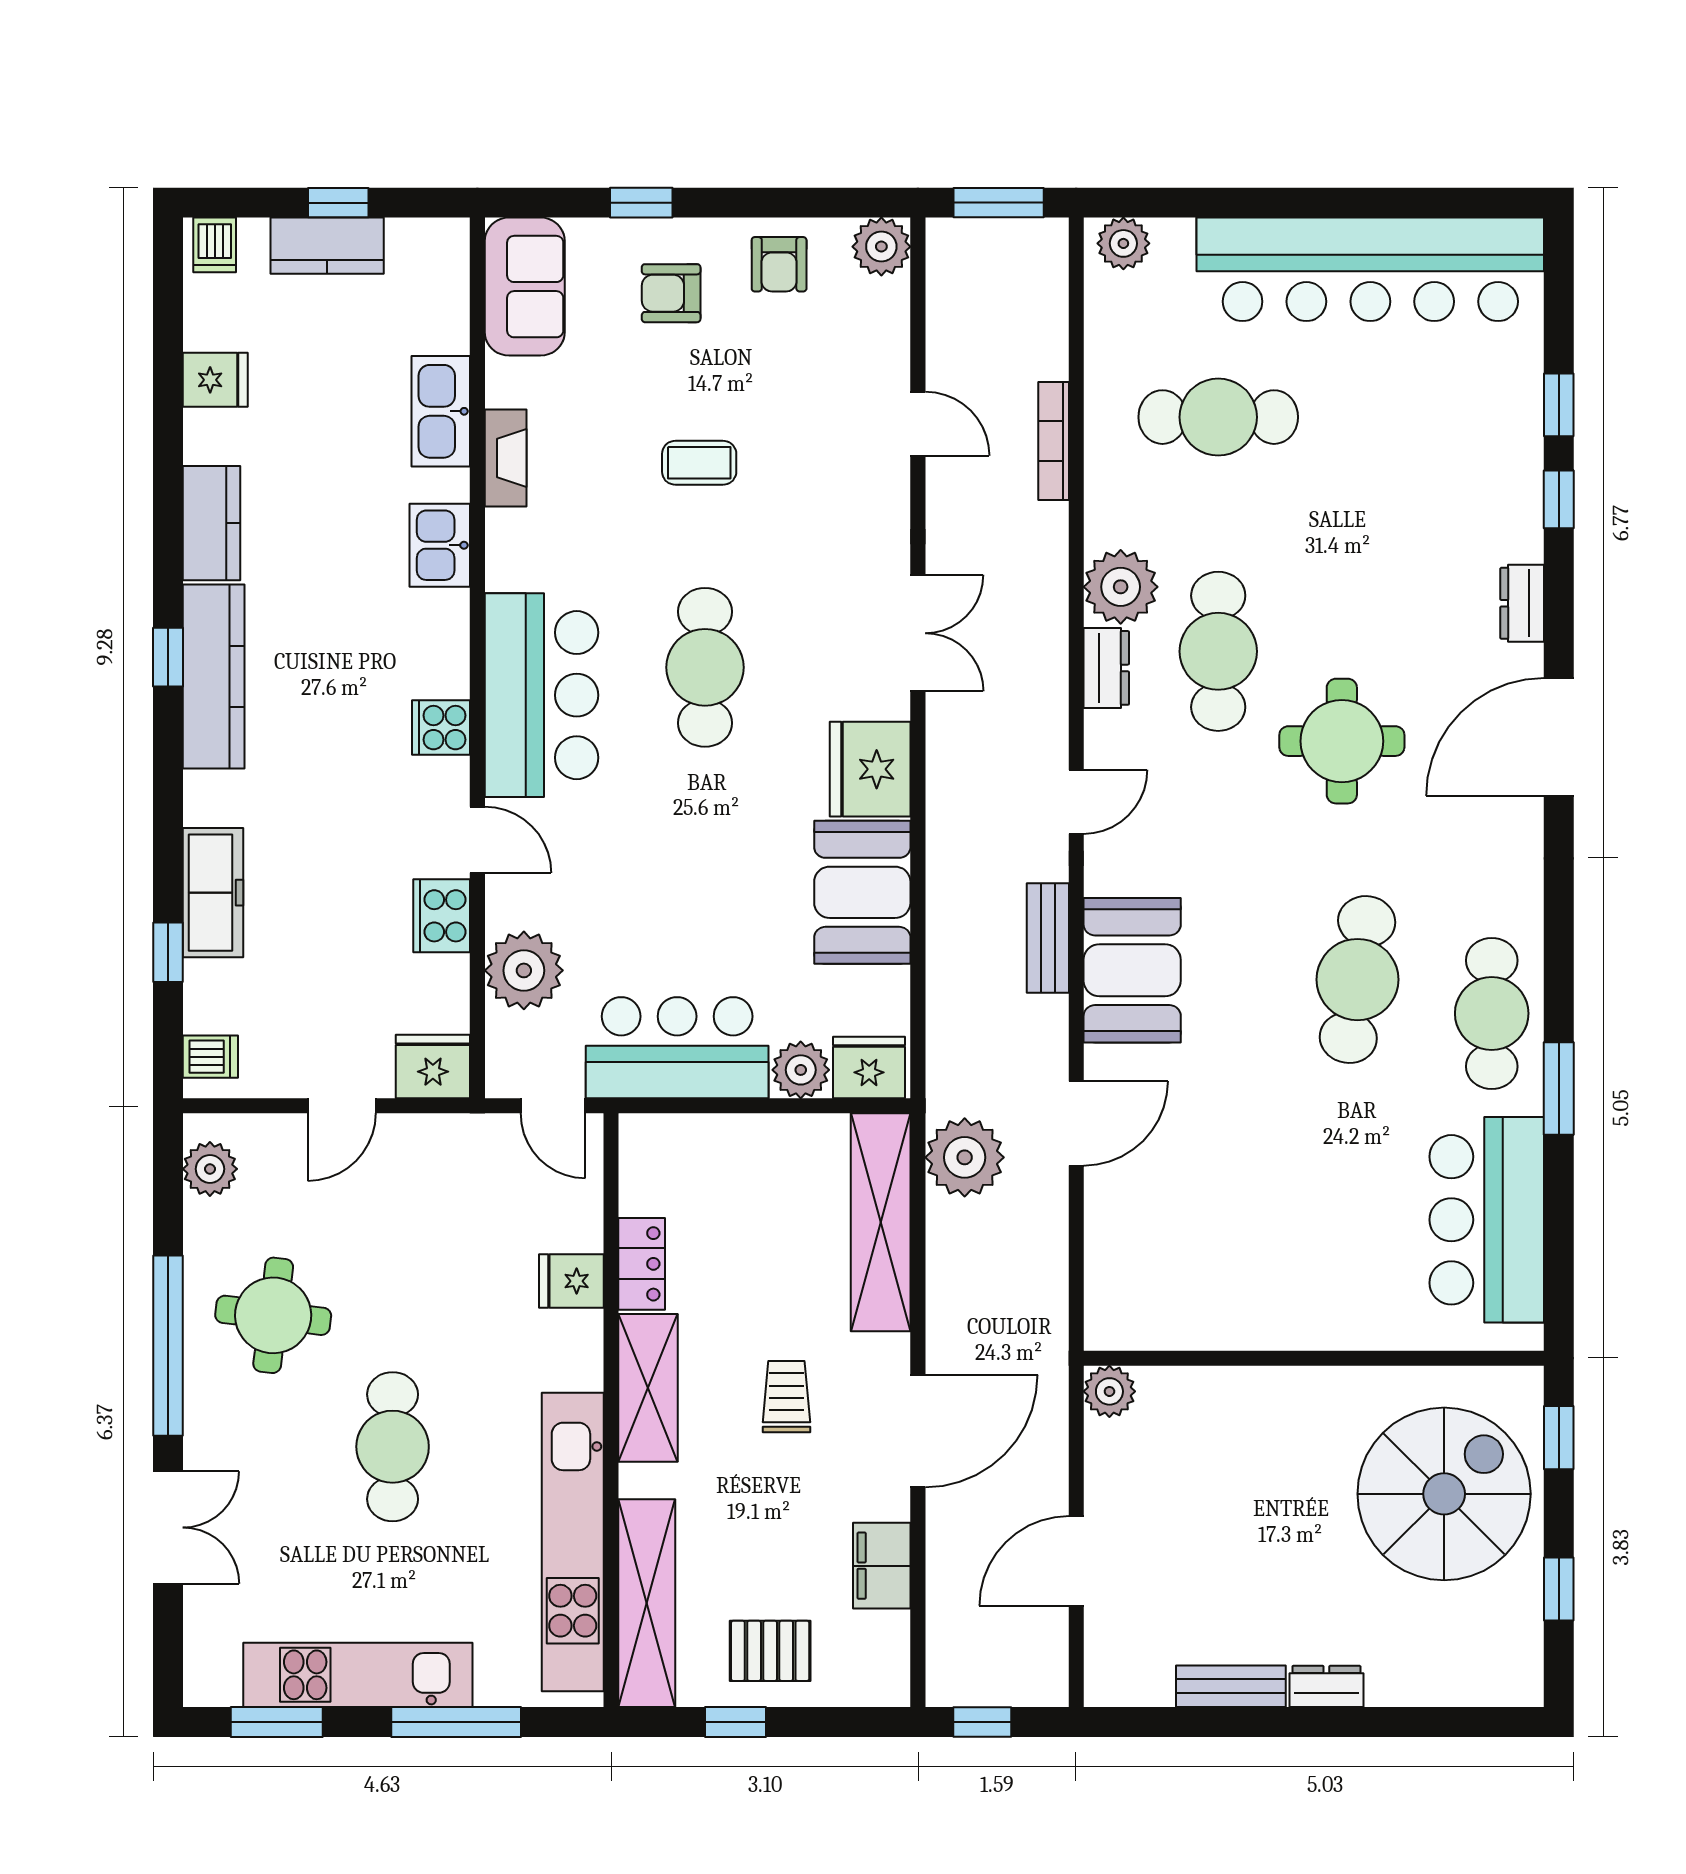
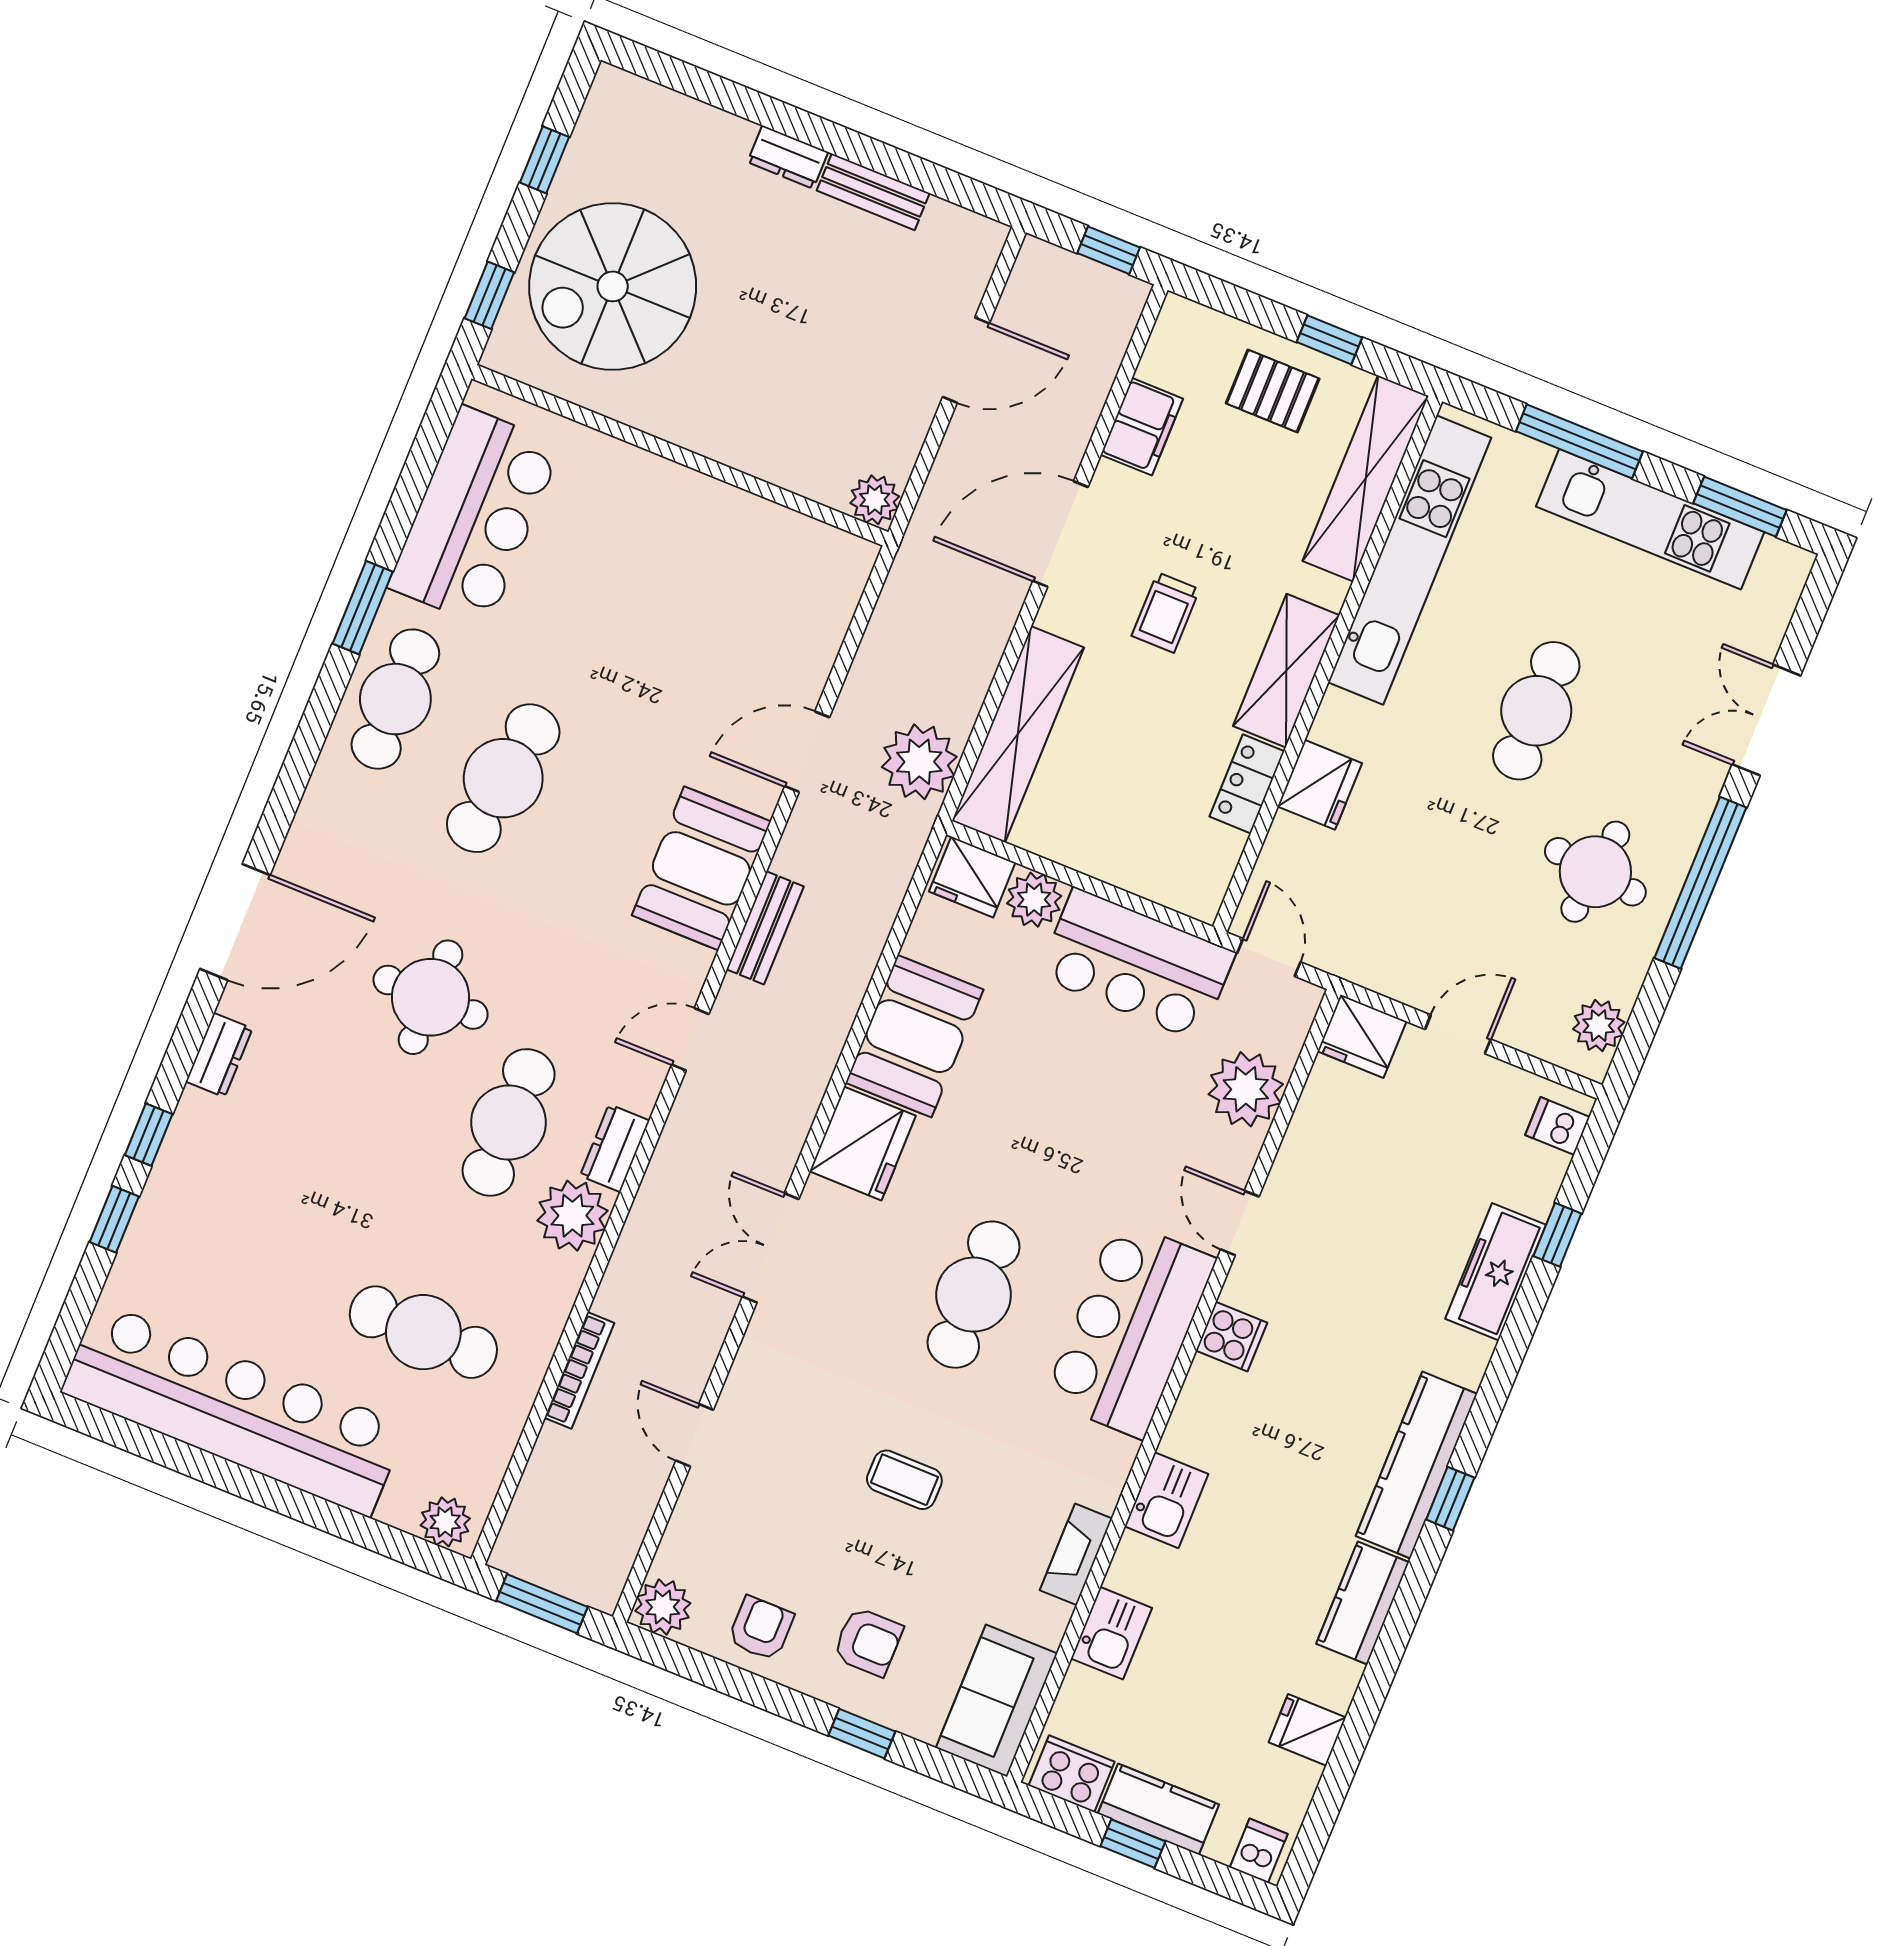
kitchen sink: (441, 411) -> (1111, 1633), width x0.73
cooker: (442, 916) -> (1072, 1774), moved, turned -90
fridge: (571, 1281) -> (1320, 785), width x1.38

